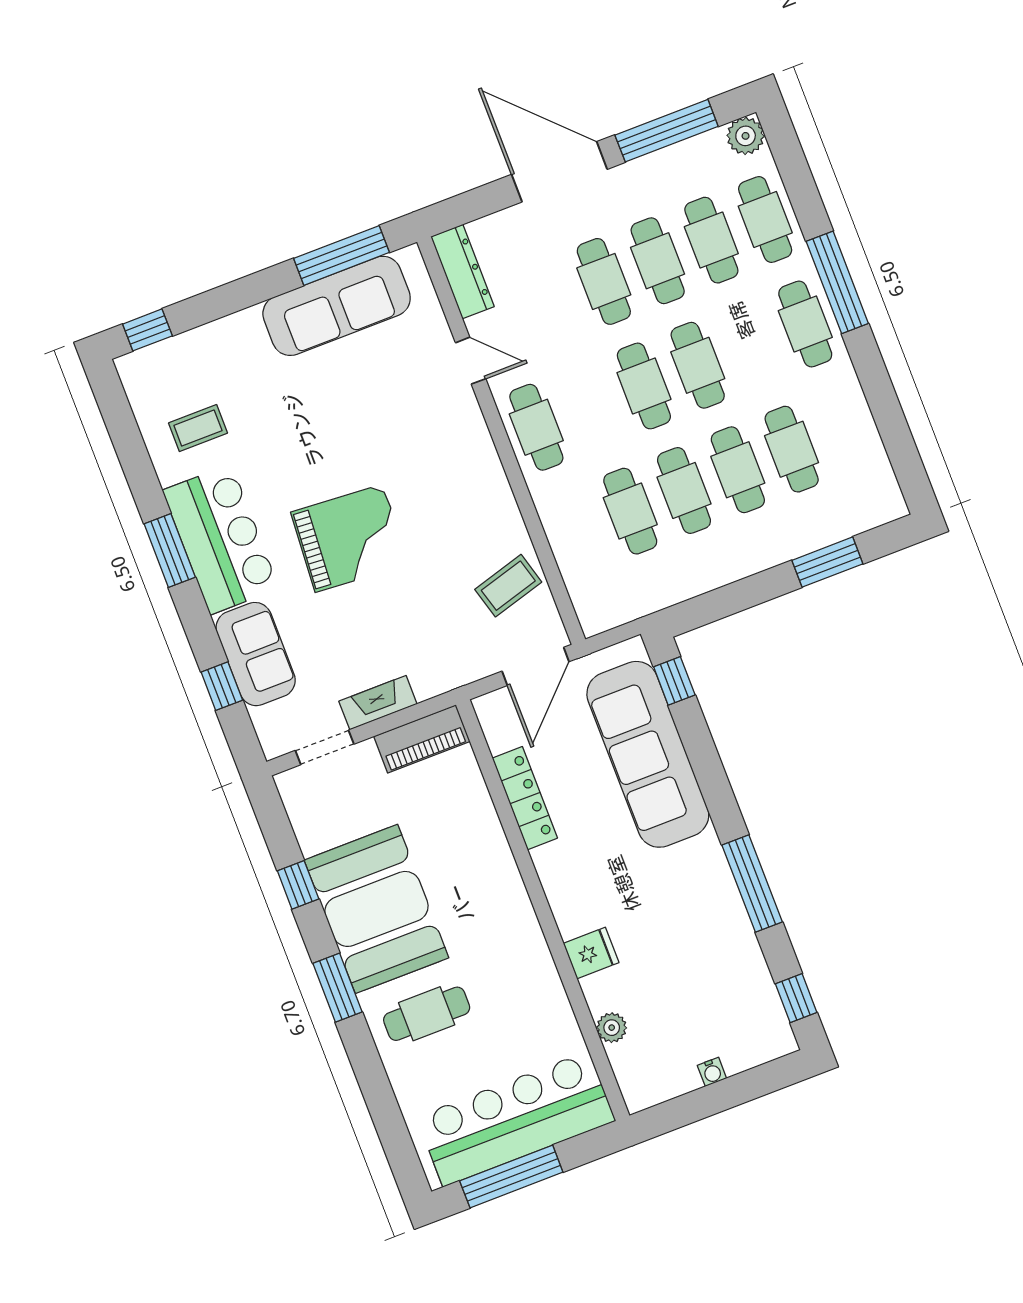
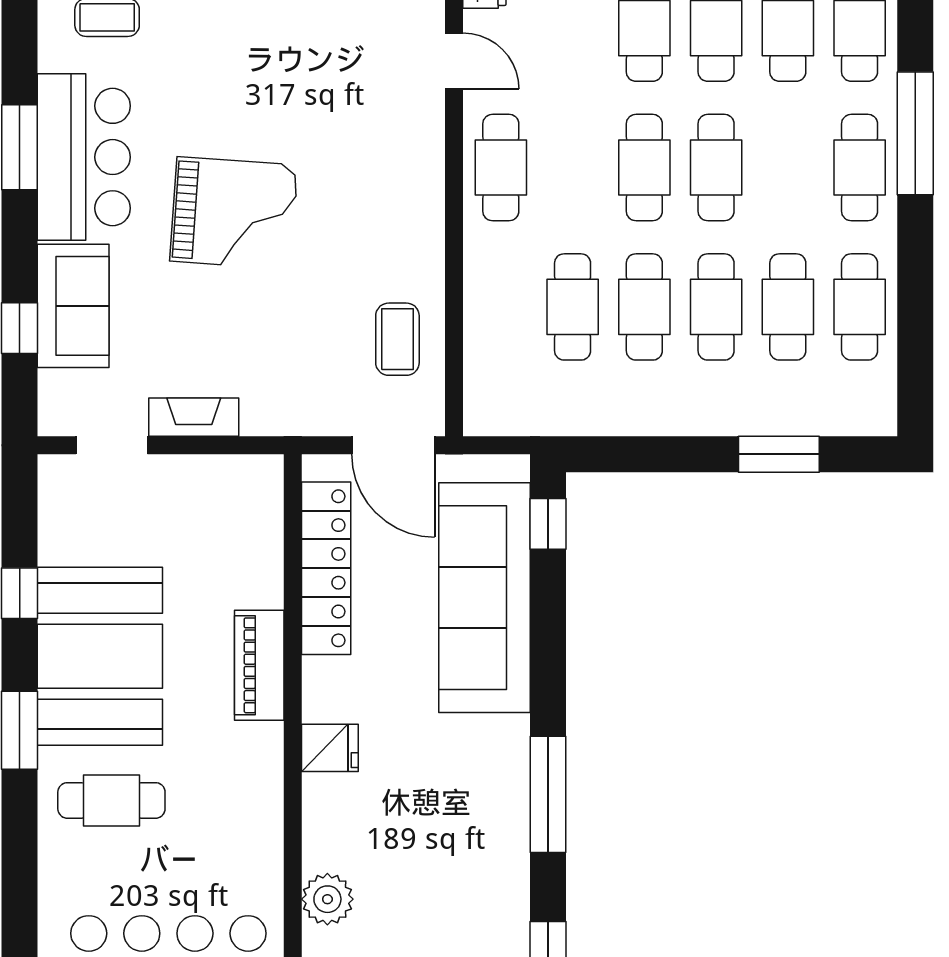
cafe table: (845, 429) -> (860, 307), added
coffee table: (508, 586) -> (397, 339), turned -74
door: (535, 666) -> (393, 445), hinge flipped
piano: (422, 739) -> (259, 665), moved, turned 90
locker: (525, 798) -> (326, 568), width x1.41, depth x1.21
fridge: (591, 953) -> (330, 748), moved
plant: (612, 1028) -> (327, 899), width x1.38, depth x1.38

